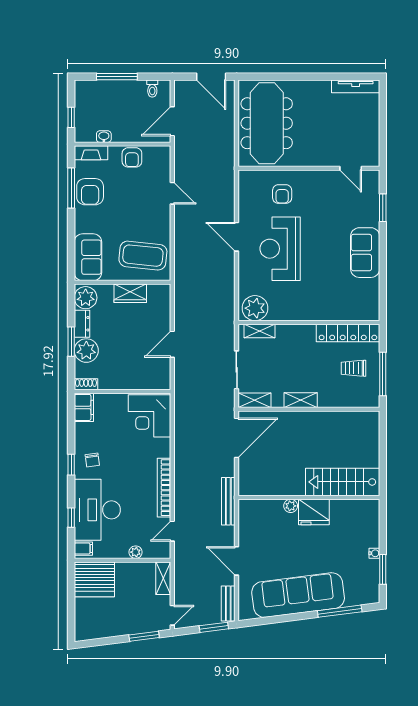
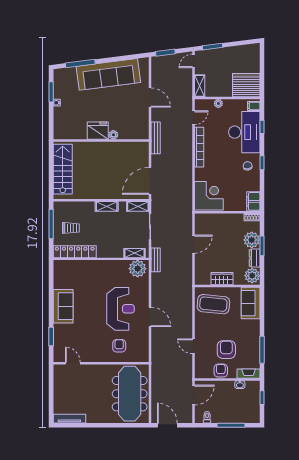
armchair: (90, 192) -> (226, 350), moved
stairs: (343, 482) -> (63, 169), moved, turned -90
bench: (228, 603) -> (156, 260), moved

